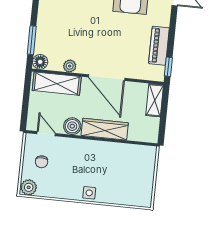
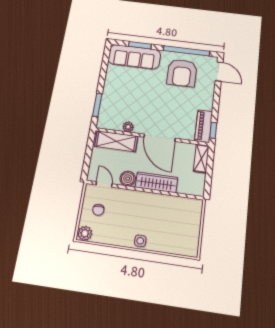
piano: (159, 46) -> (204, 126), moved
floor lamp: (40, 62) -> (103, 123), removed

